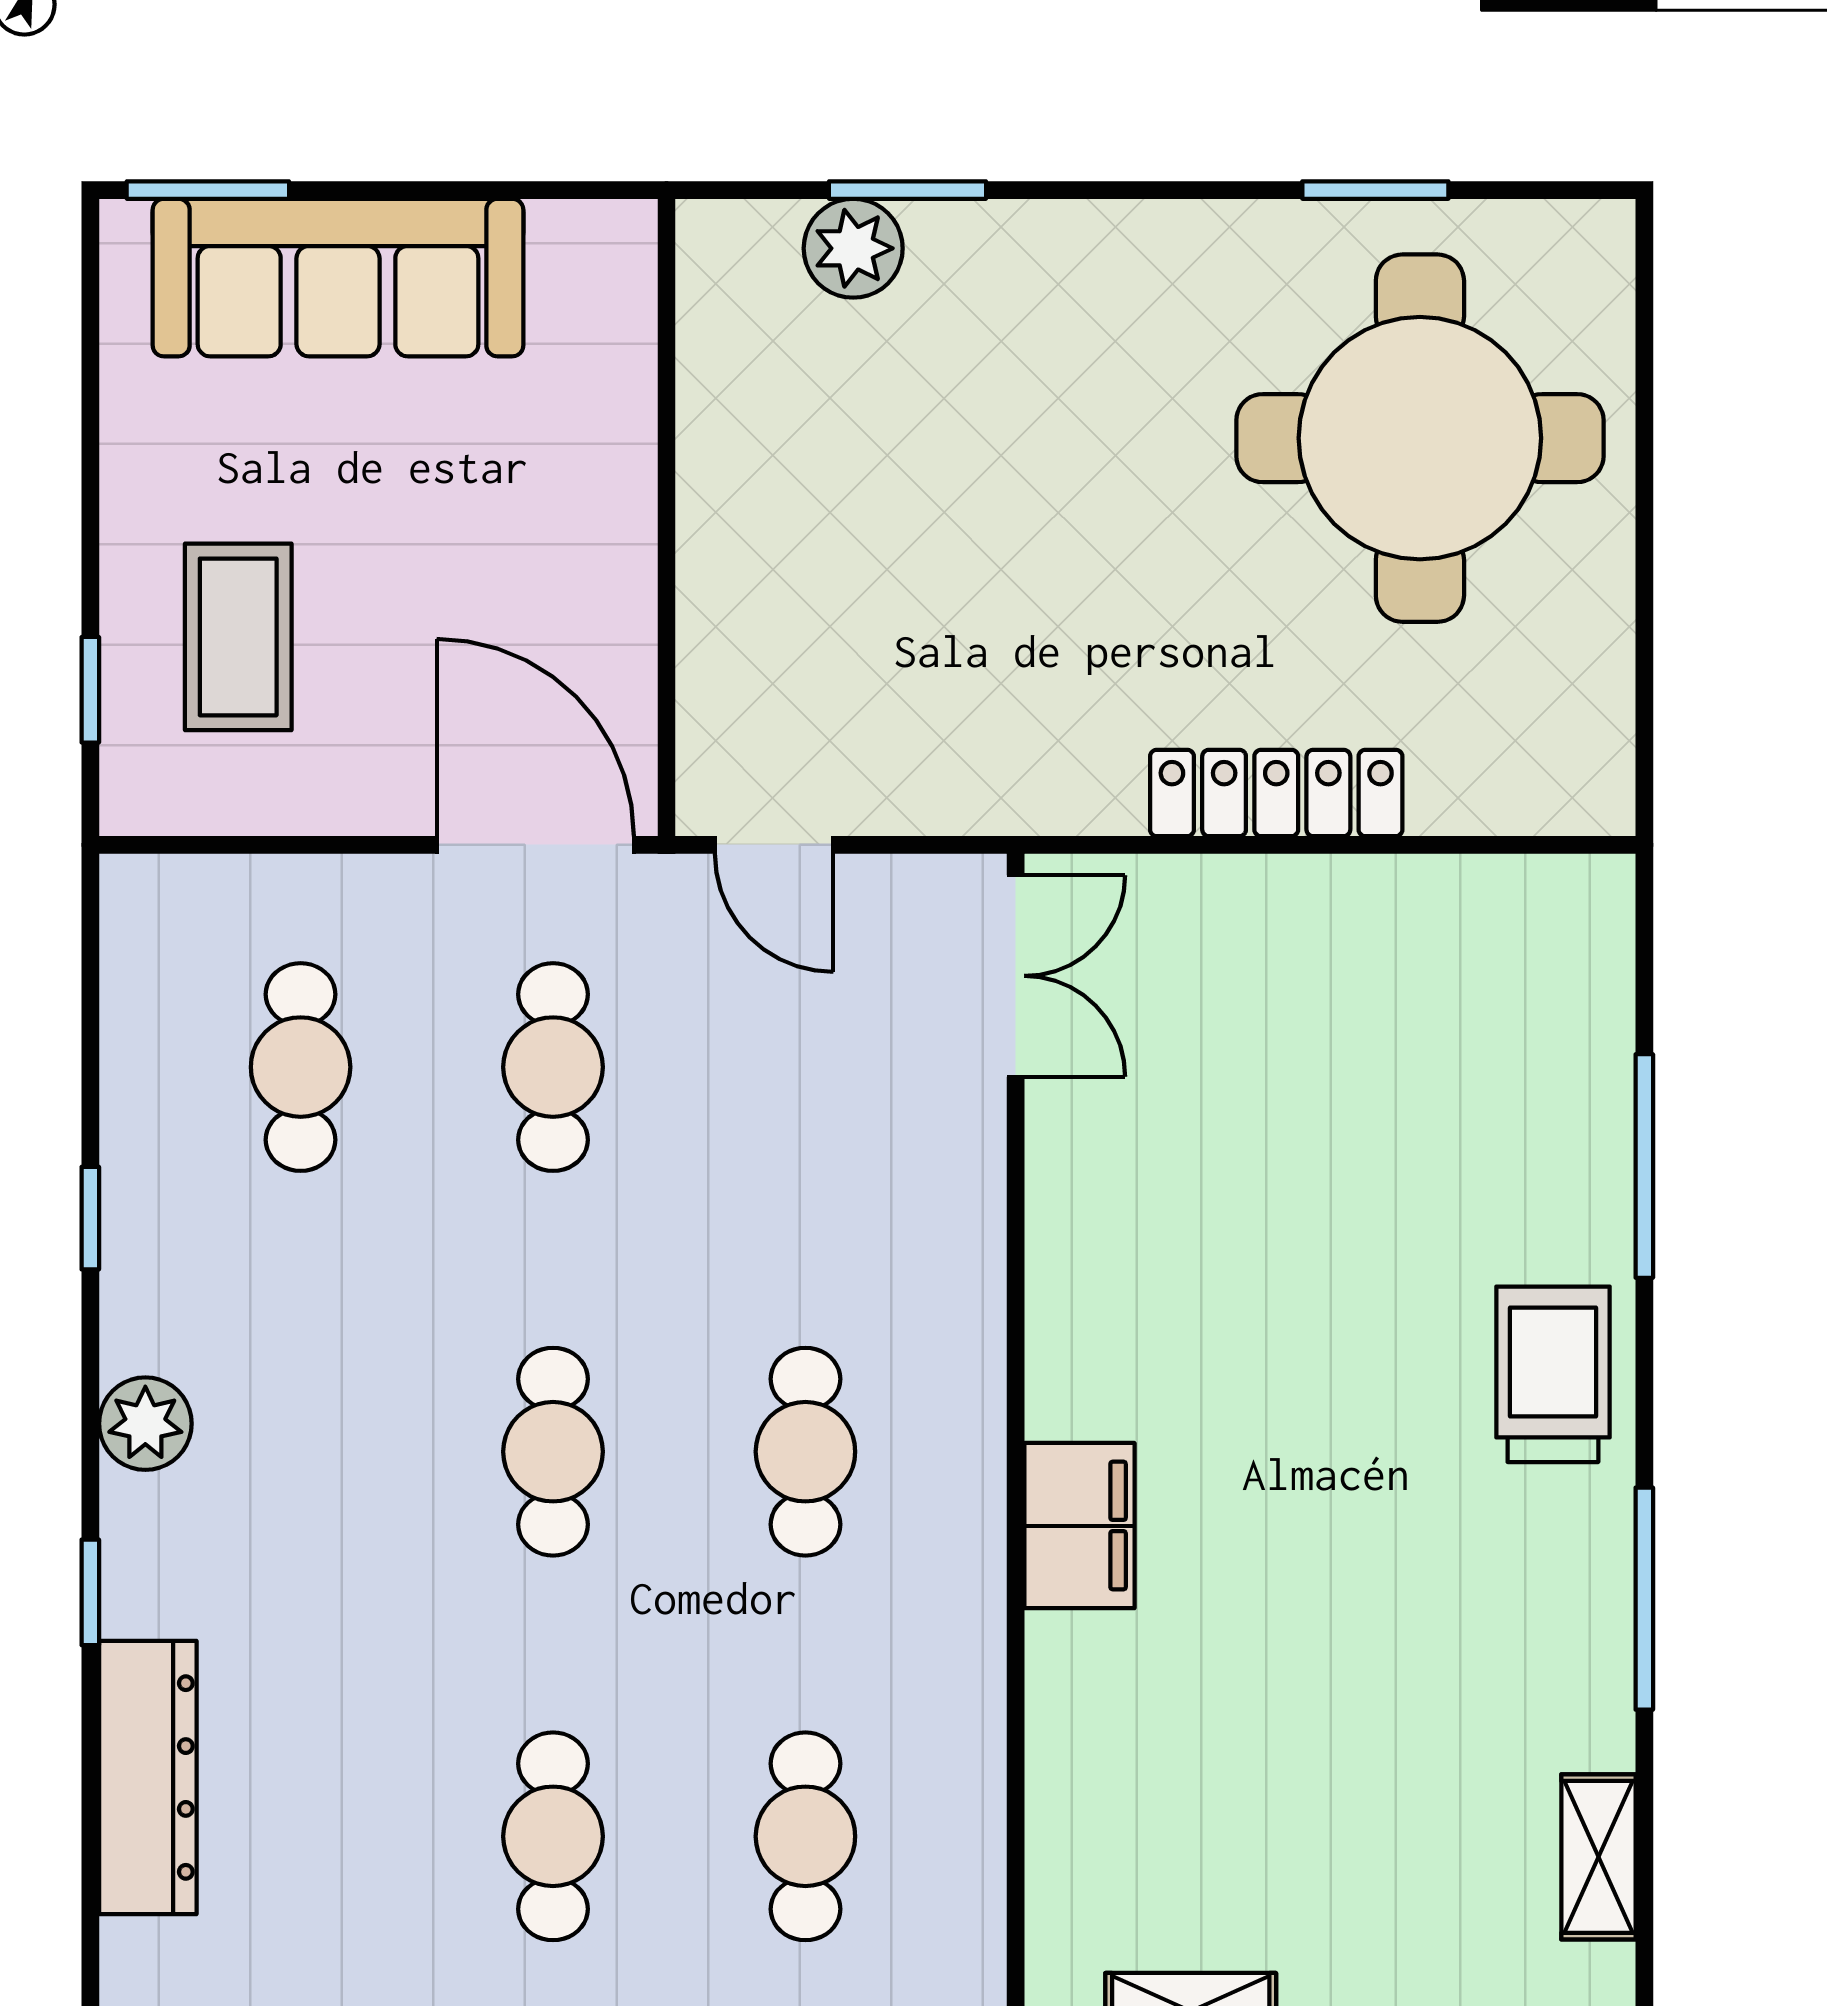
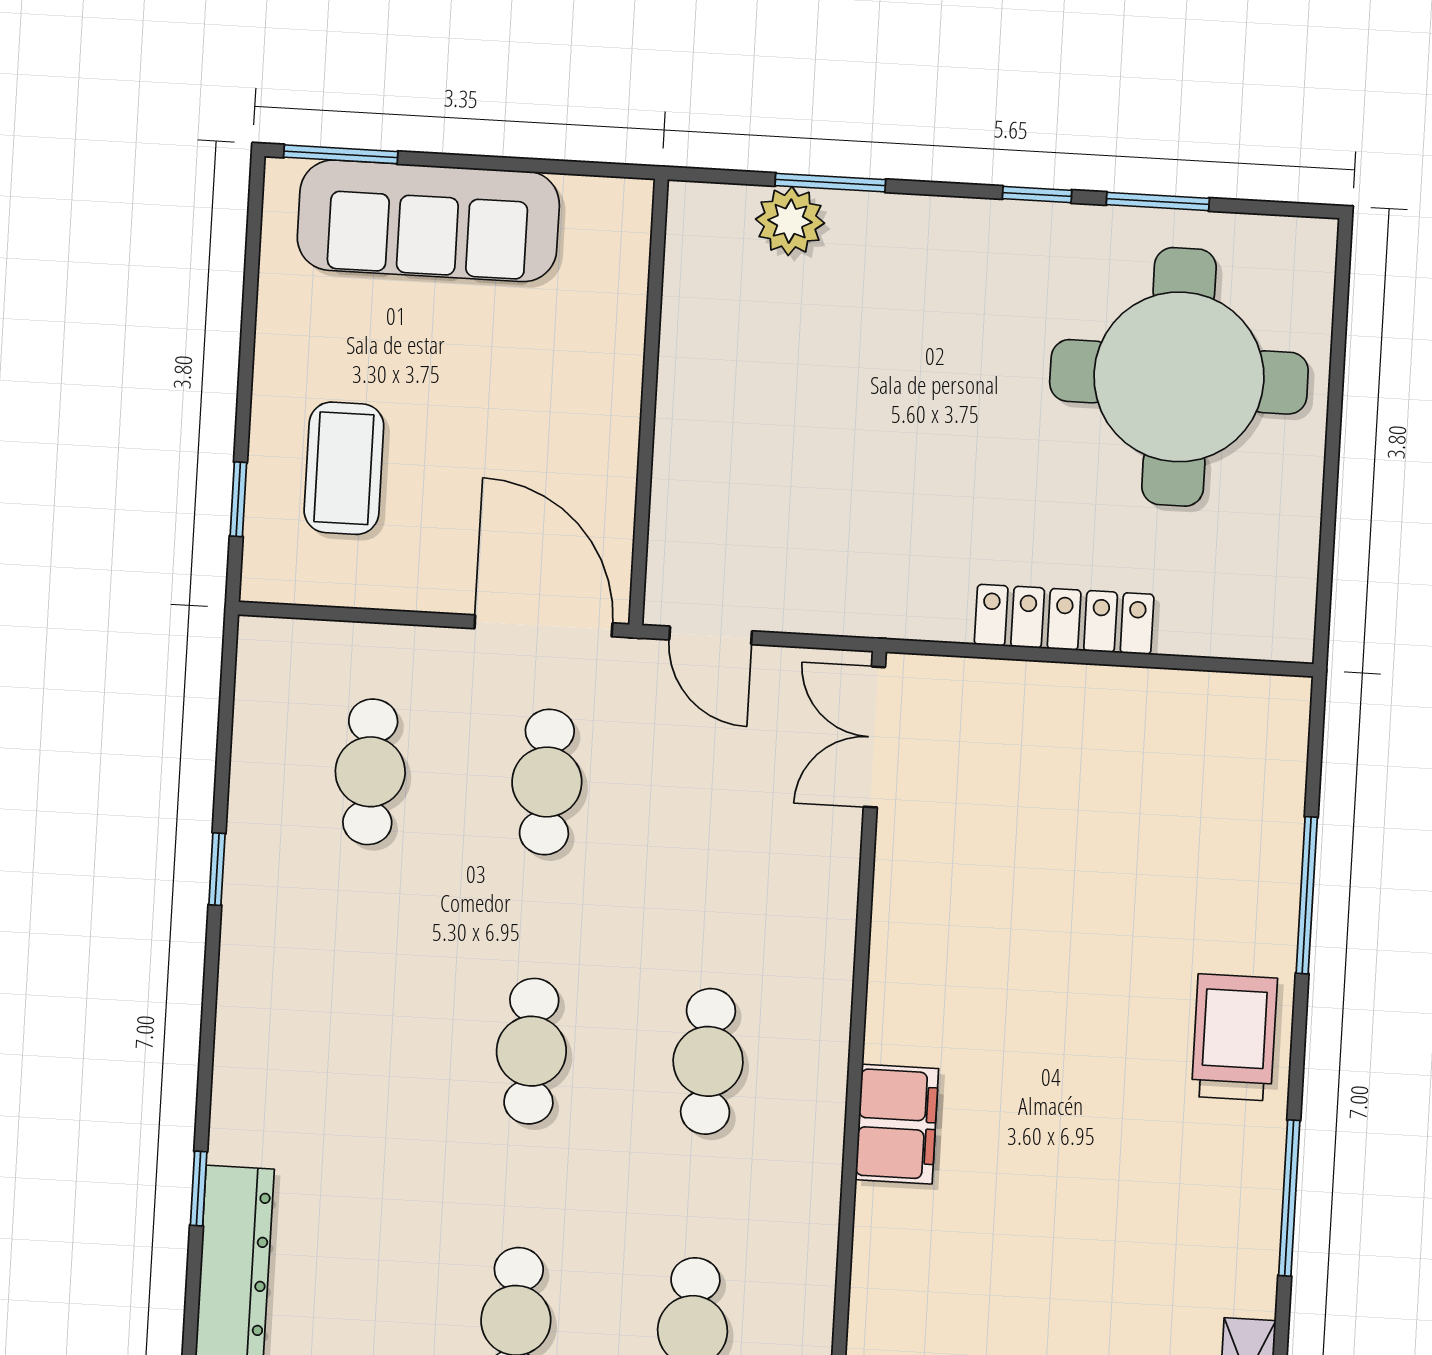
window: (1203, 190) -> (1037, 194), added
double door: (1016, 976) -> (874, 737), swing flipped
plant: (145, 1424) -> (247, 1015), removed
window: (90, 1592) -> (199, 1189), moved

